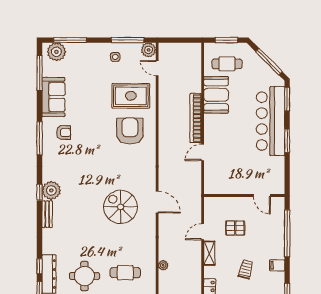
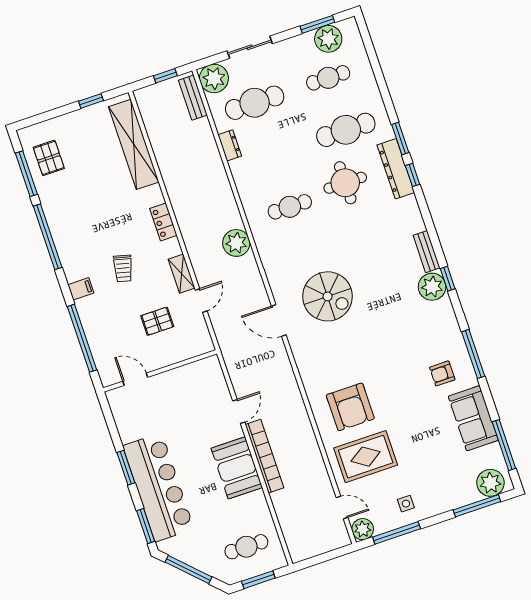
booth: (216, 95) -> (237, 468), moved
plant: (163, 265) -> (236, 243), width x1.88, depth x1.88

